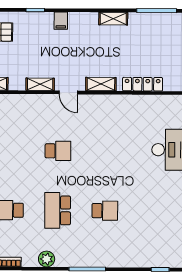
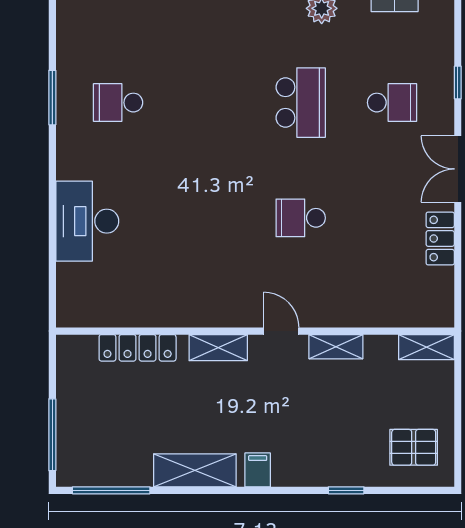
shelving: (113, 19) -> (195, 470), width x1.50, depth x1.33
filing cabinet: (61, 21) -> (258, 470), moved
school desk: (105, 211) -> (118, 103), moved

